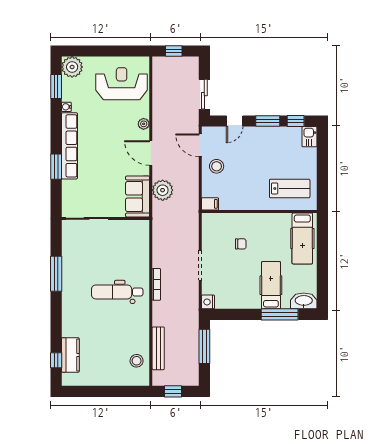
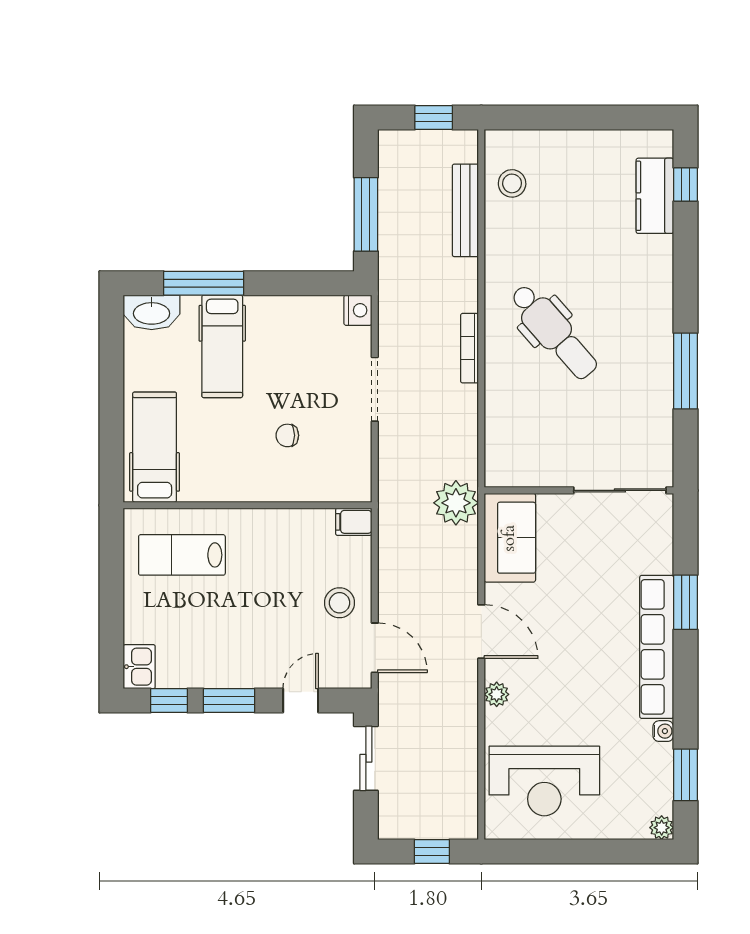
plant: (72, 67) -> (662, 828), width x0.53, depth x0.53
plant: (163, 190) -> (456, 503), moved
dental chair: (117, 292) -> (554, 332), turned 49

